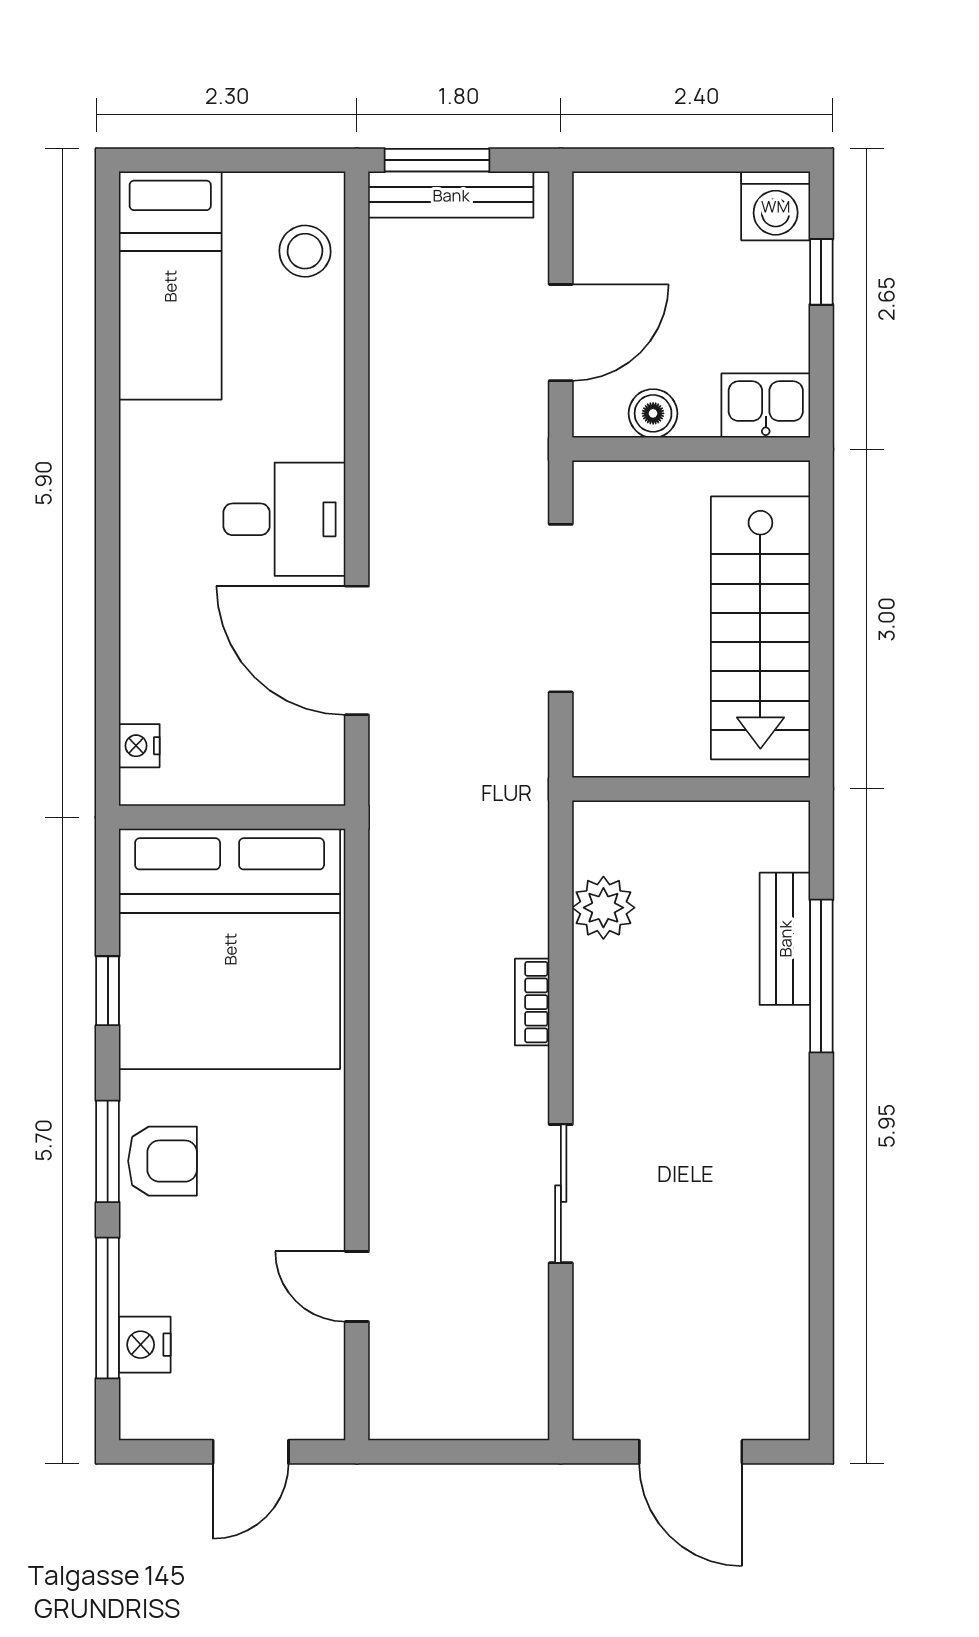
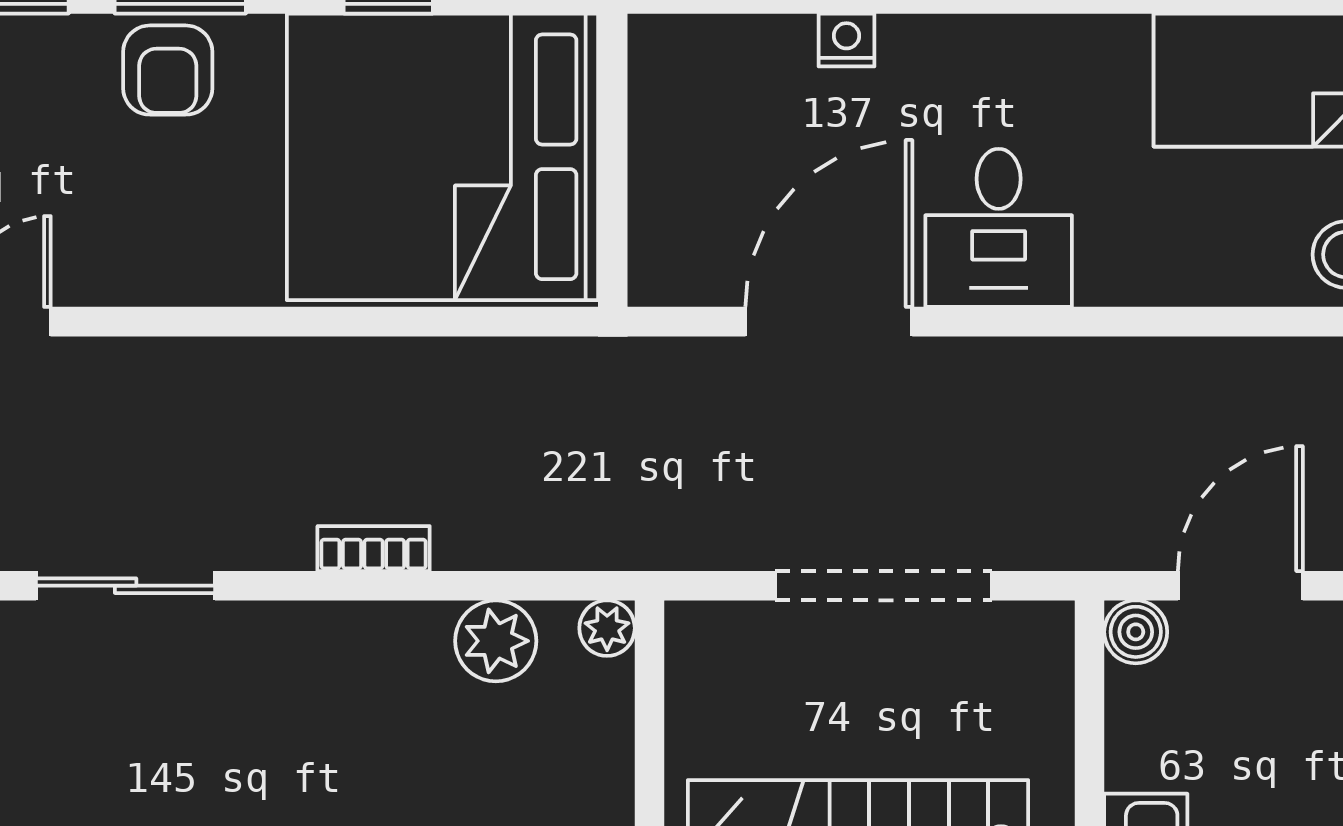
door: (561, 333) -> (1240, 586), swing flipped
boiler: (653, 413) -> (1136, 632), moved
nightstand: (139, 746) -> (846, 40), moved
plant: (594, 822) -> (607, 628), added

